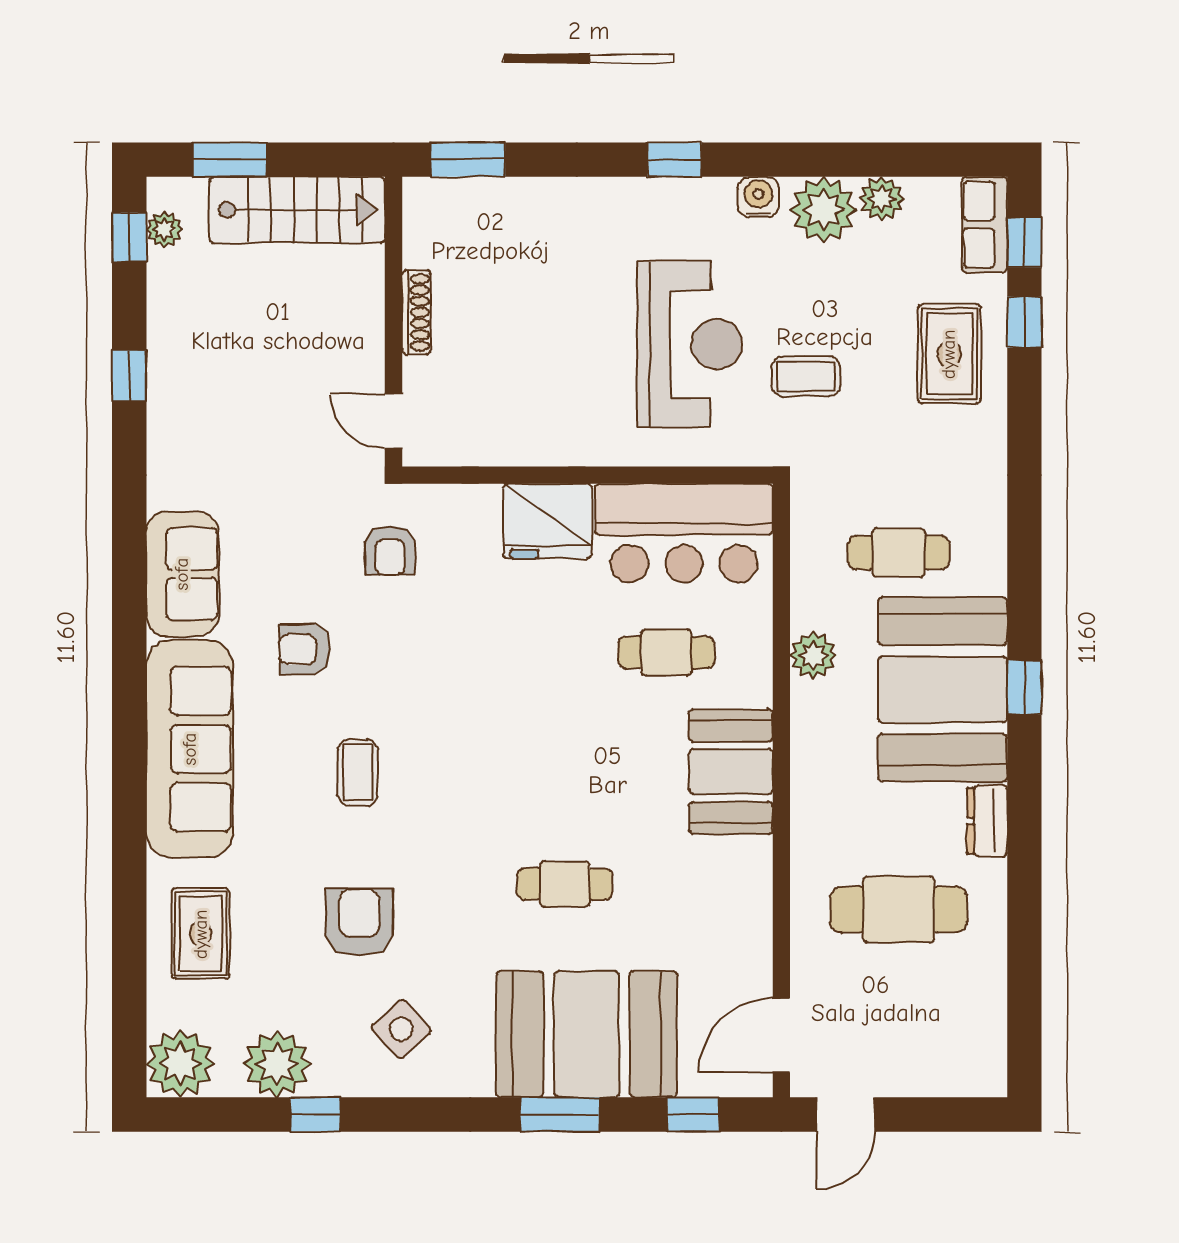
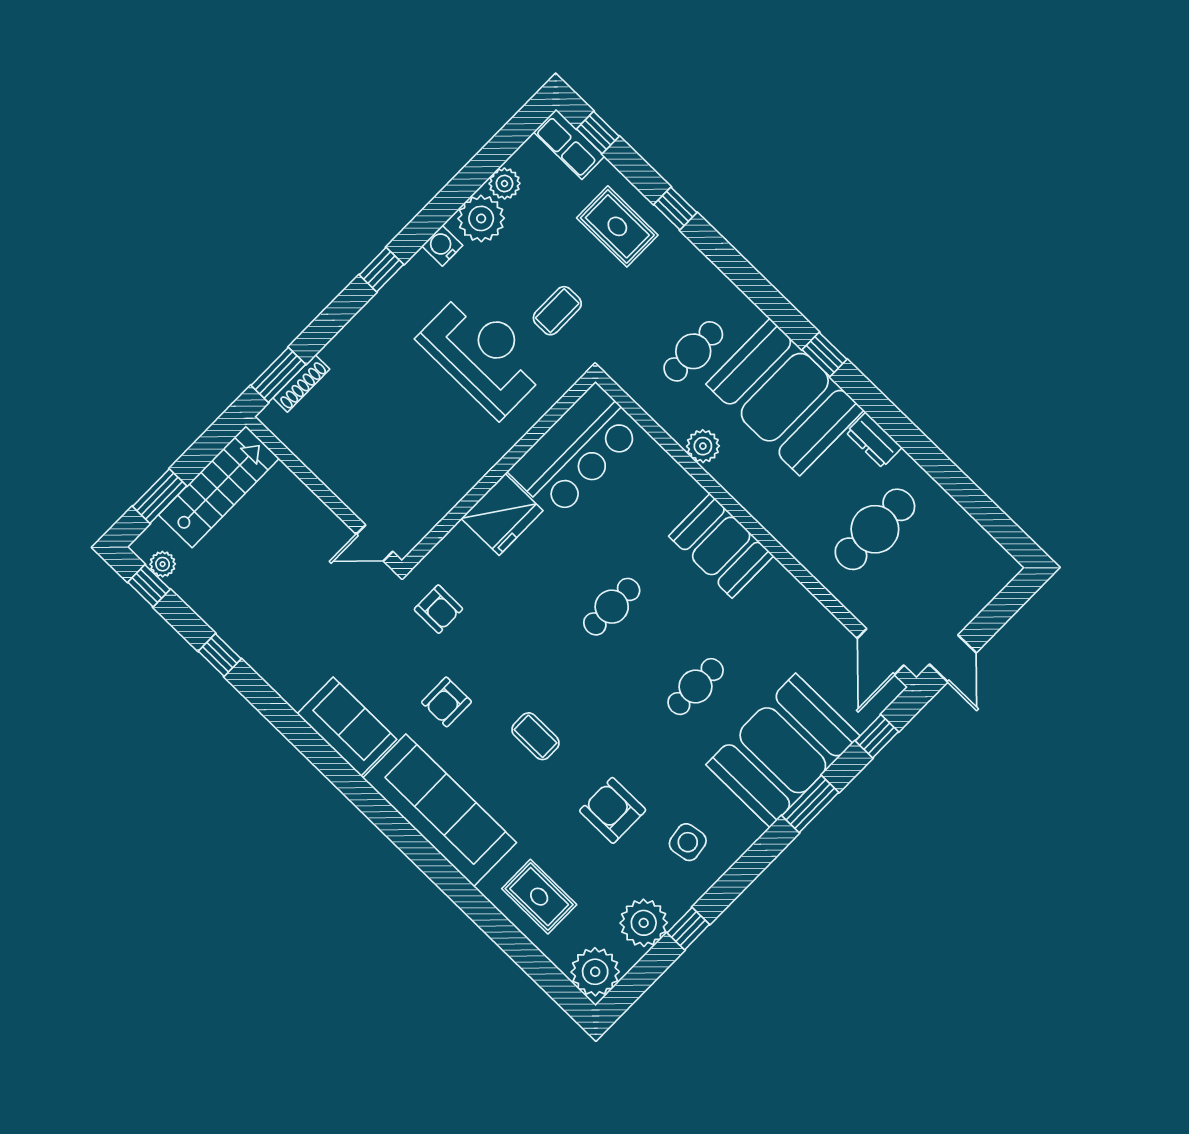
shoe rack: (416, 312) -> (301, 383), moved, turned 90
window: (1024, 322) -> (675, 208), moved
cafe table: (666, 653) -> (612, 607), moved
side table: (401, 1029) -> (688, 842), turned 33

